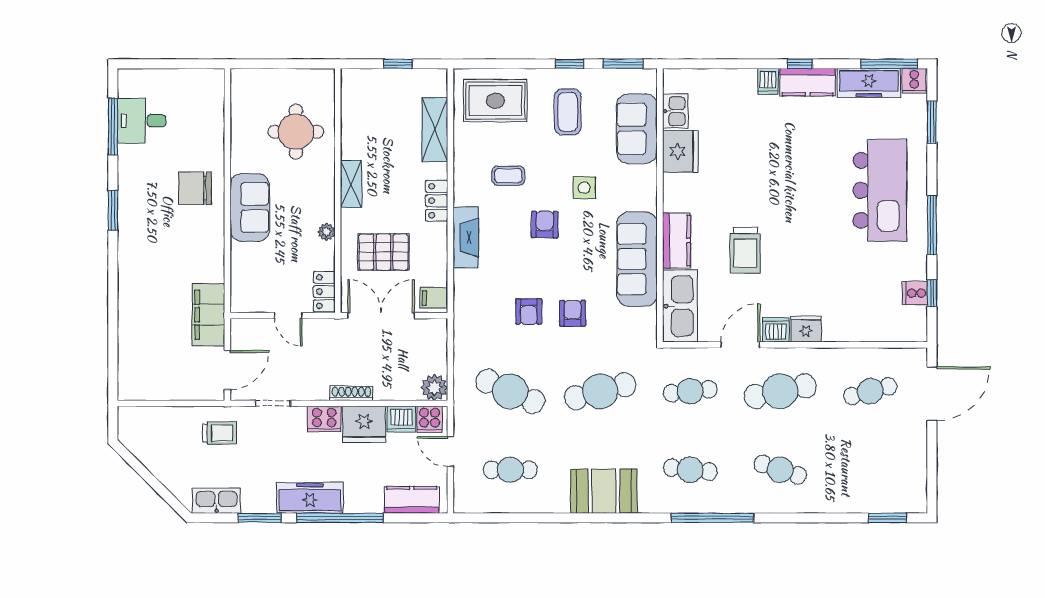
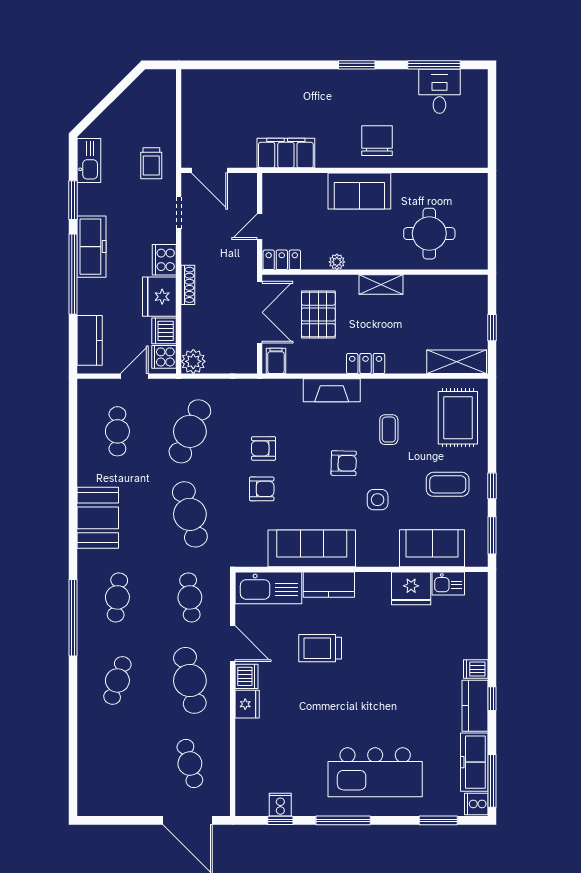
shelving: (435, 130) -> (457, 362), moved
filing cabinet: (208, 315) -> (286, 153), moved
window: (887, 518) -> (73, 779), removed

